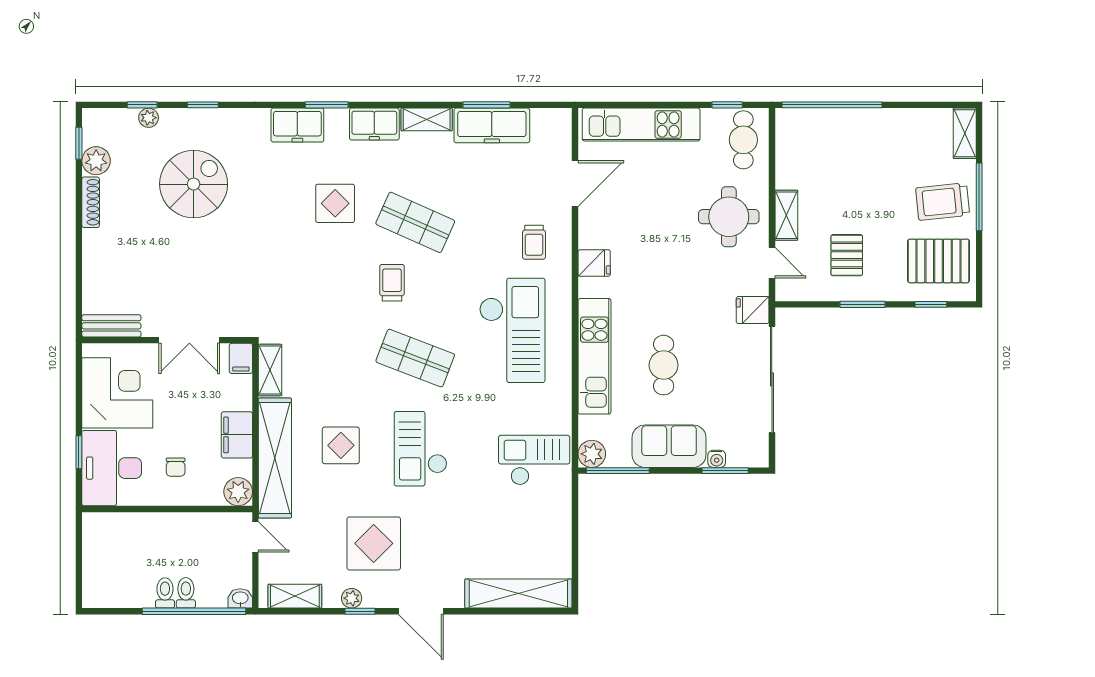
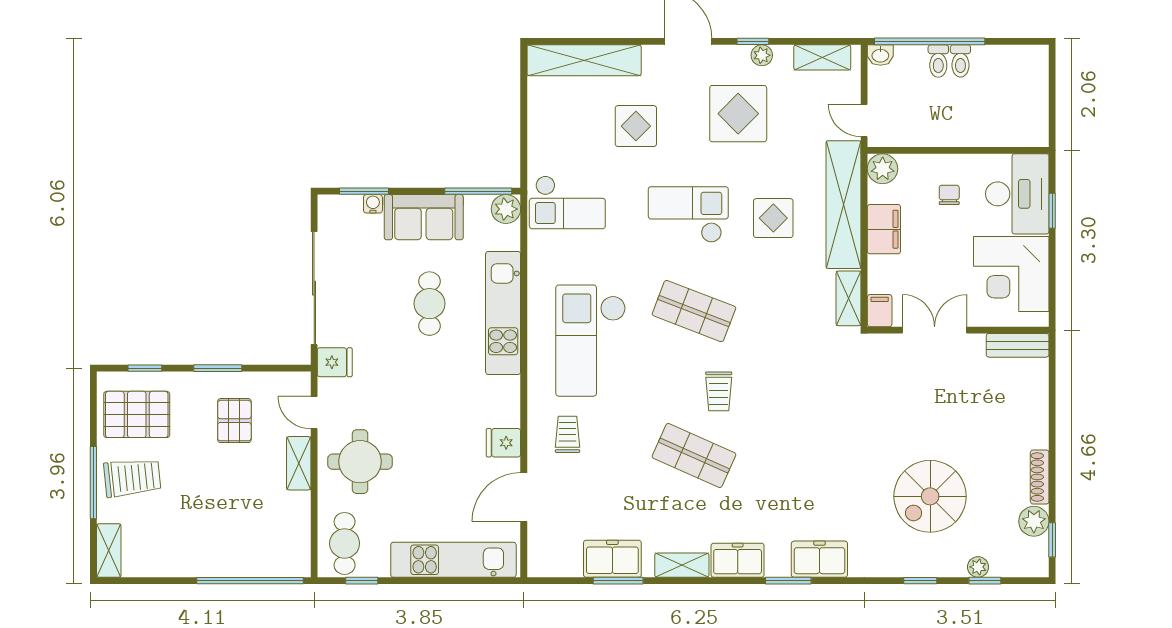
freezer: (492, 125) -> (612, 559), width x0.71
display table: (335, 203) -> (636, 126), moved
fridge: (594, 263) -> (503, 443), moved
checkout: (421, 449) -> (688, 215), turned -90

